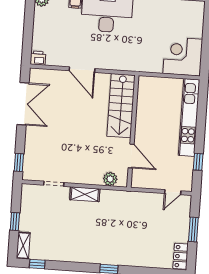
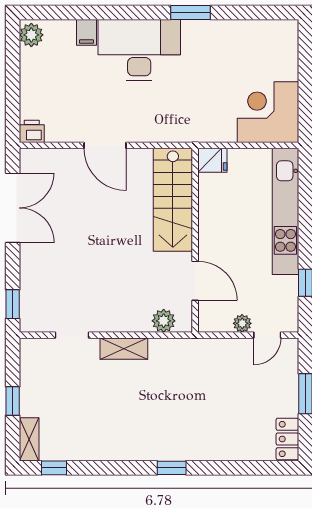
fridge: (147, 83) -> (212, 160), added
plant: (158, 184) -> (242, 323), added

